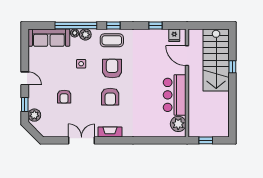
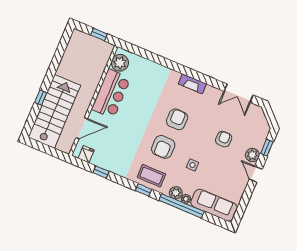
door: (187, 56) -> (82, 128), hinge flipped
plant: (34, 115) -> (252, 155), moved
double door: (82, 140) -> (239, 93), moved

